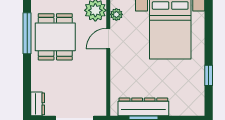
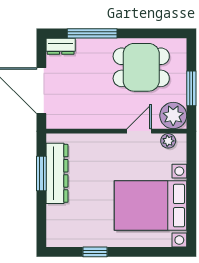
window: (27, 33) -> (92, 33), moved
door: (108, 39) -> (139, 131), hinge flipped

